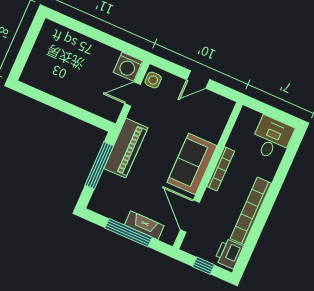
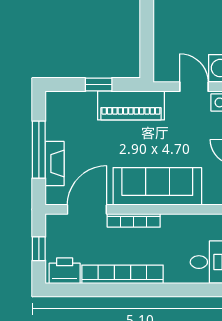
sofa: (192, 164) -> (157, 186), width x1.36
window: (99, 166) -> (99, 85), width x0.46
bookcase: (221, 169) -> (134, 220), moved

